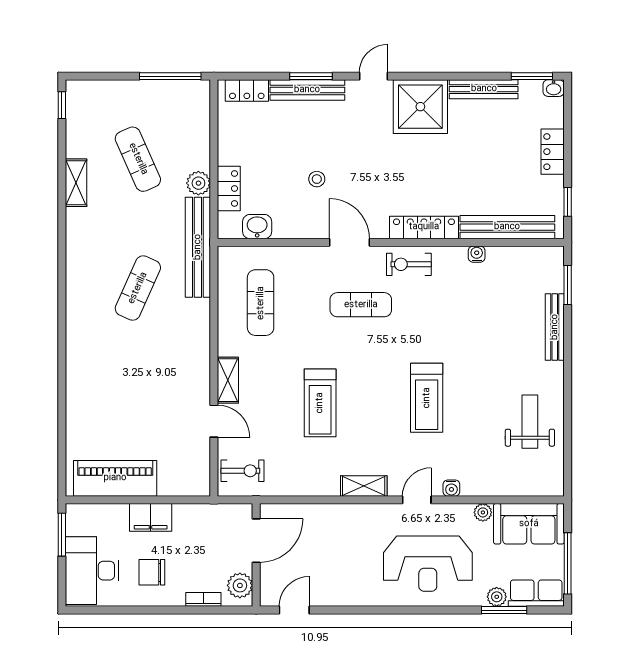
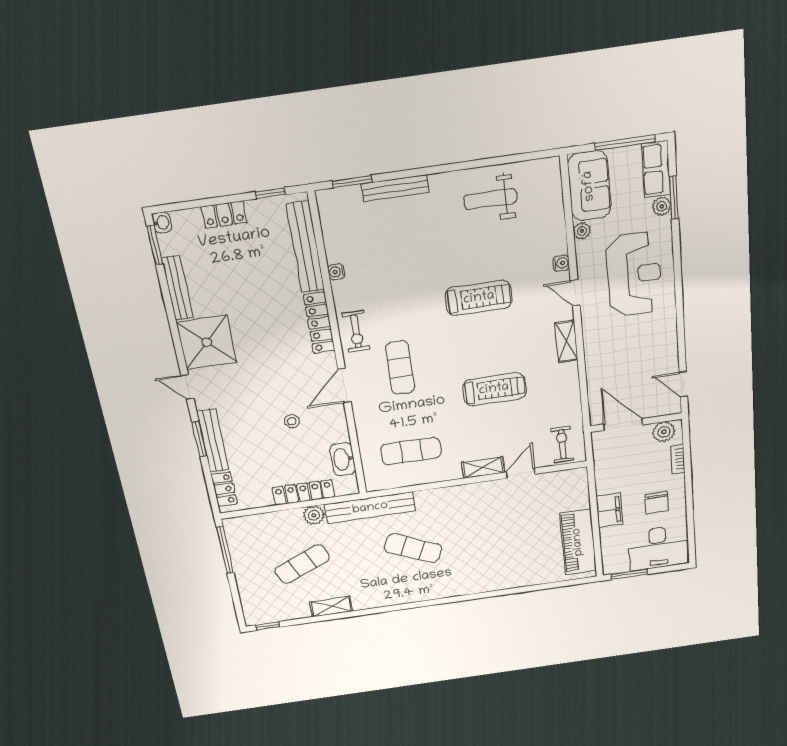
locker: (229, 188) -> (304, 492), width x1.53
washbasin: (257, 227) -> (343, 459), width x1.38

